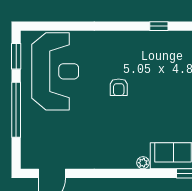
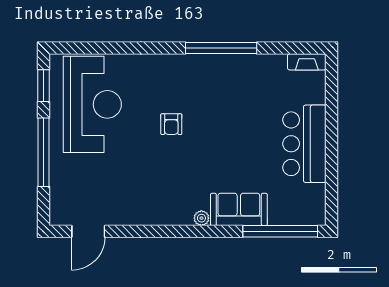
window: (159, 26) -> (221, 48), width x3.17

